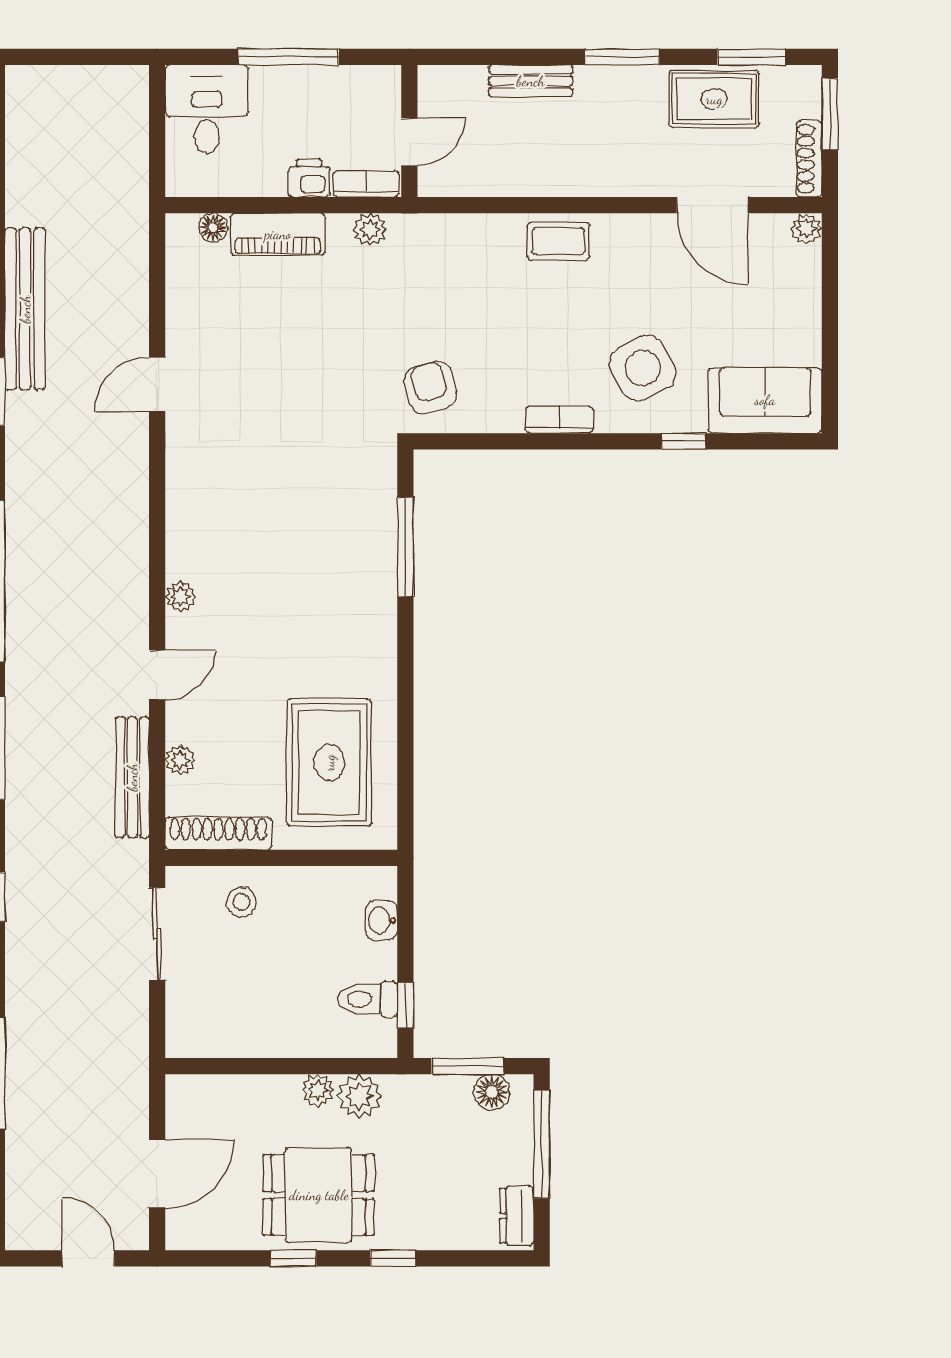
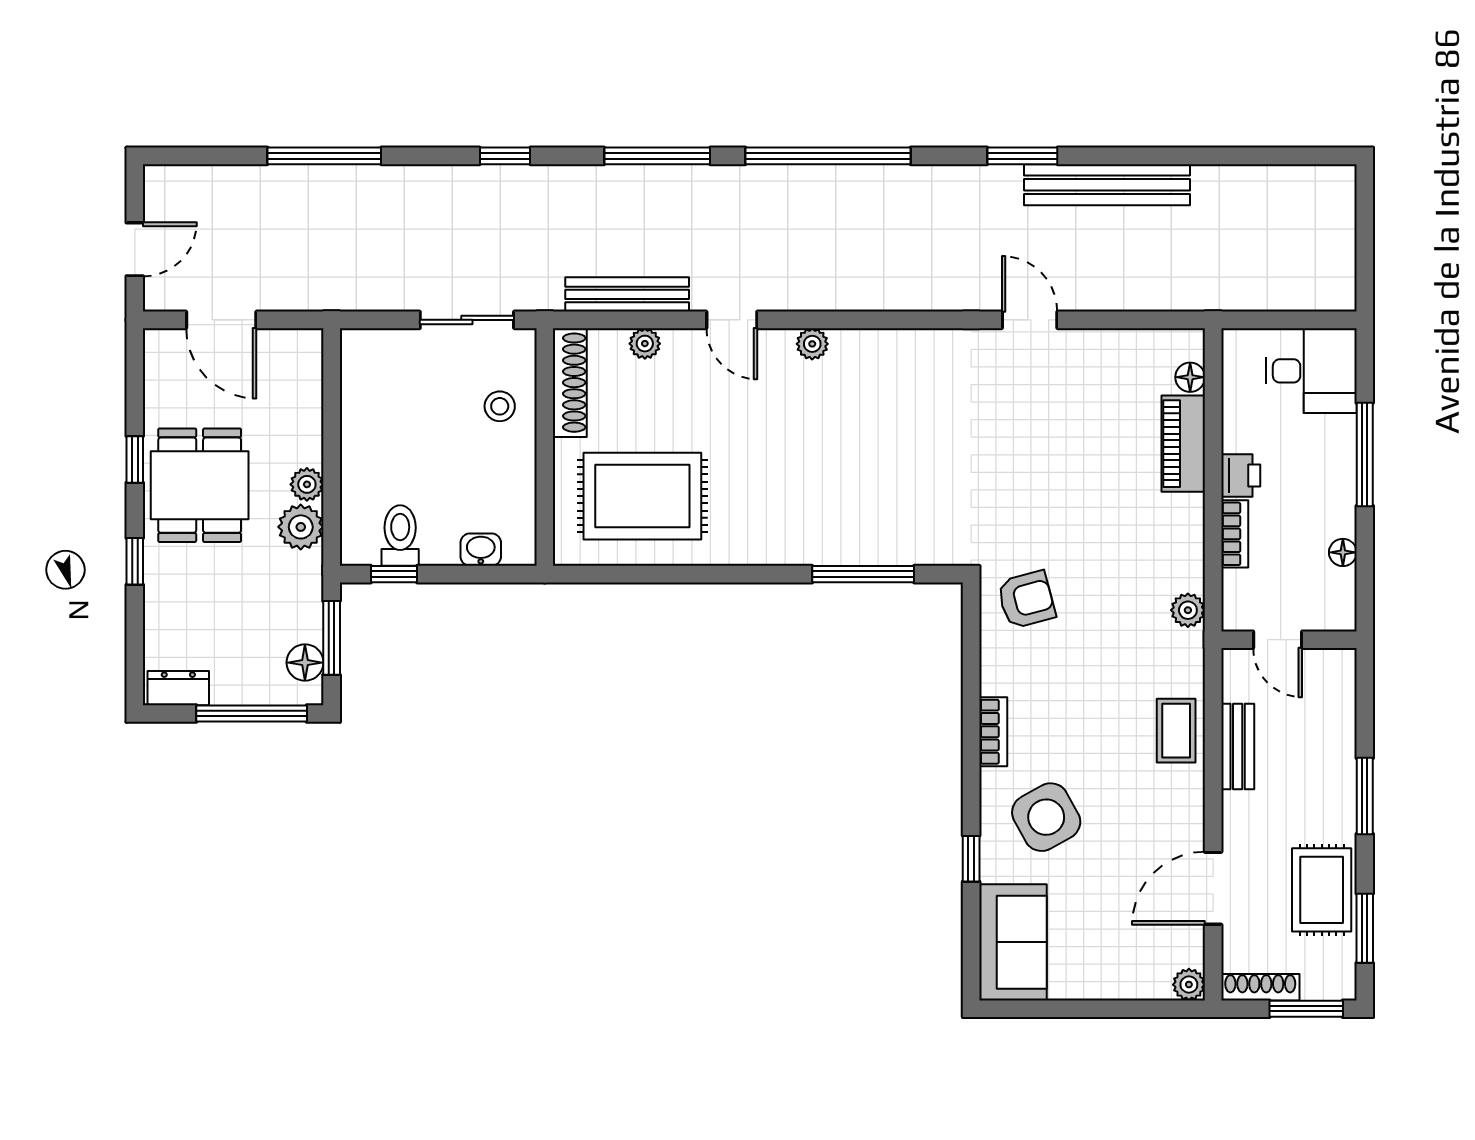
floor lamp: (384, 78) -> (1343, 552), added
bench: (531, 81) -> (1238, 747), moved
wall: (409, 131) -> (1289, 640), moved
door: (409, 142) -> (1278, 640), moved
plant: (370, 230) -> (1188, 610), moved

